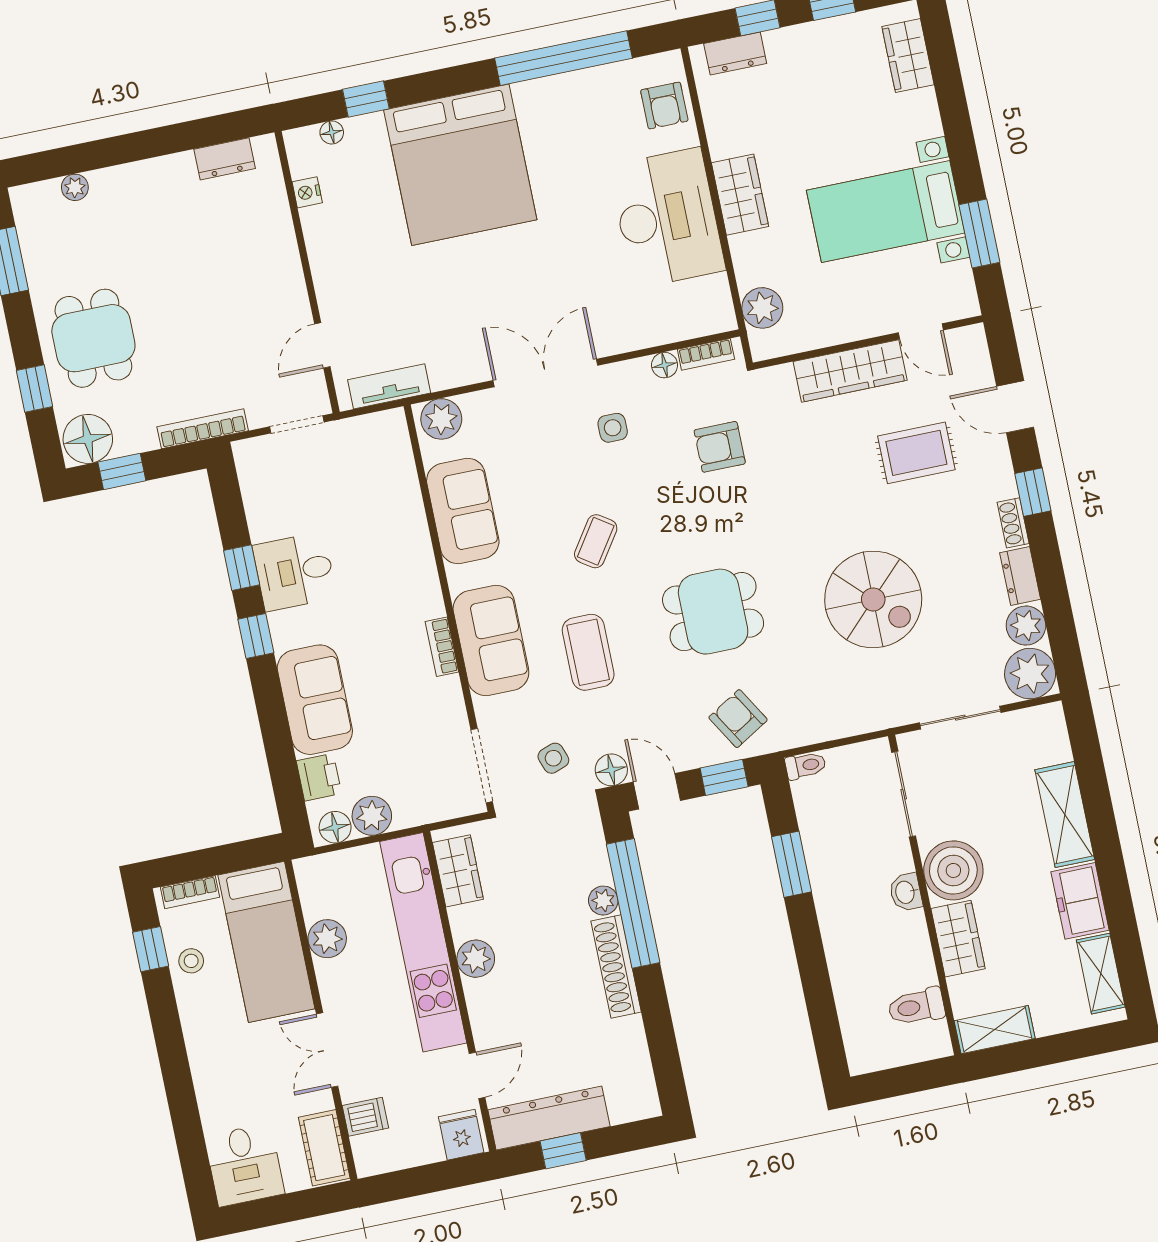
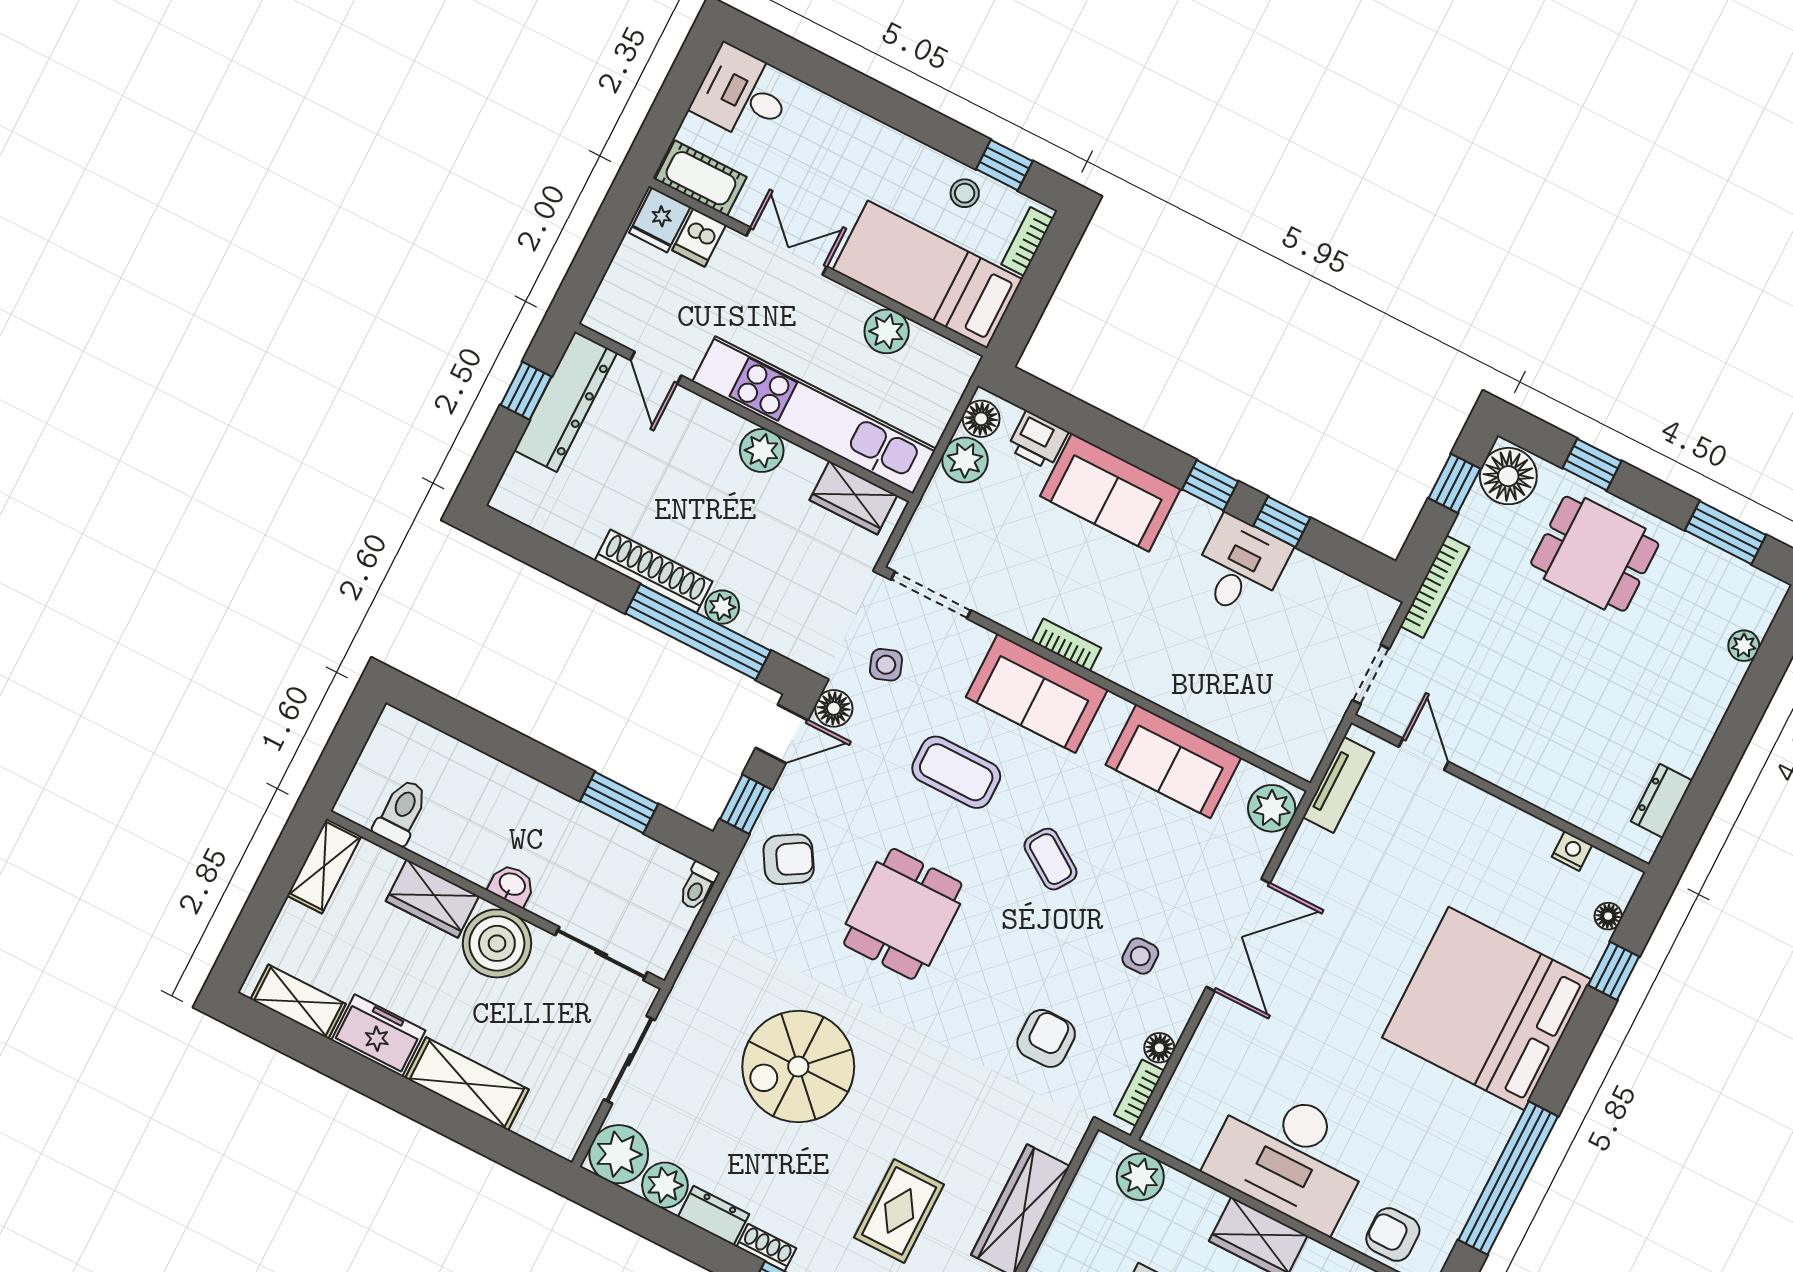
fridge: (461, 1135) -> (660, 220), moved, turned 90

